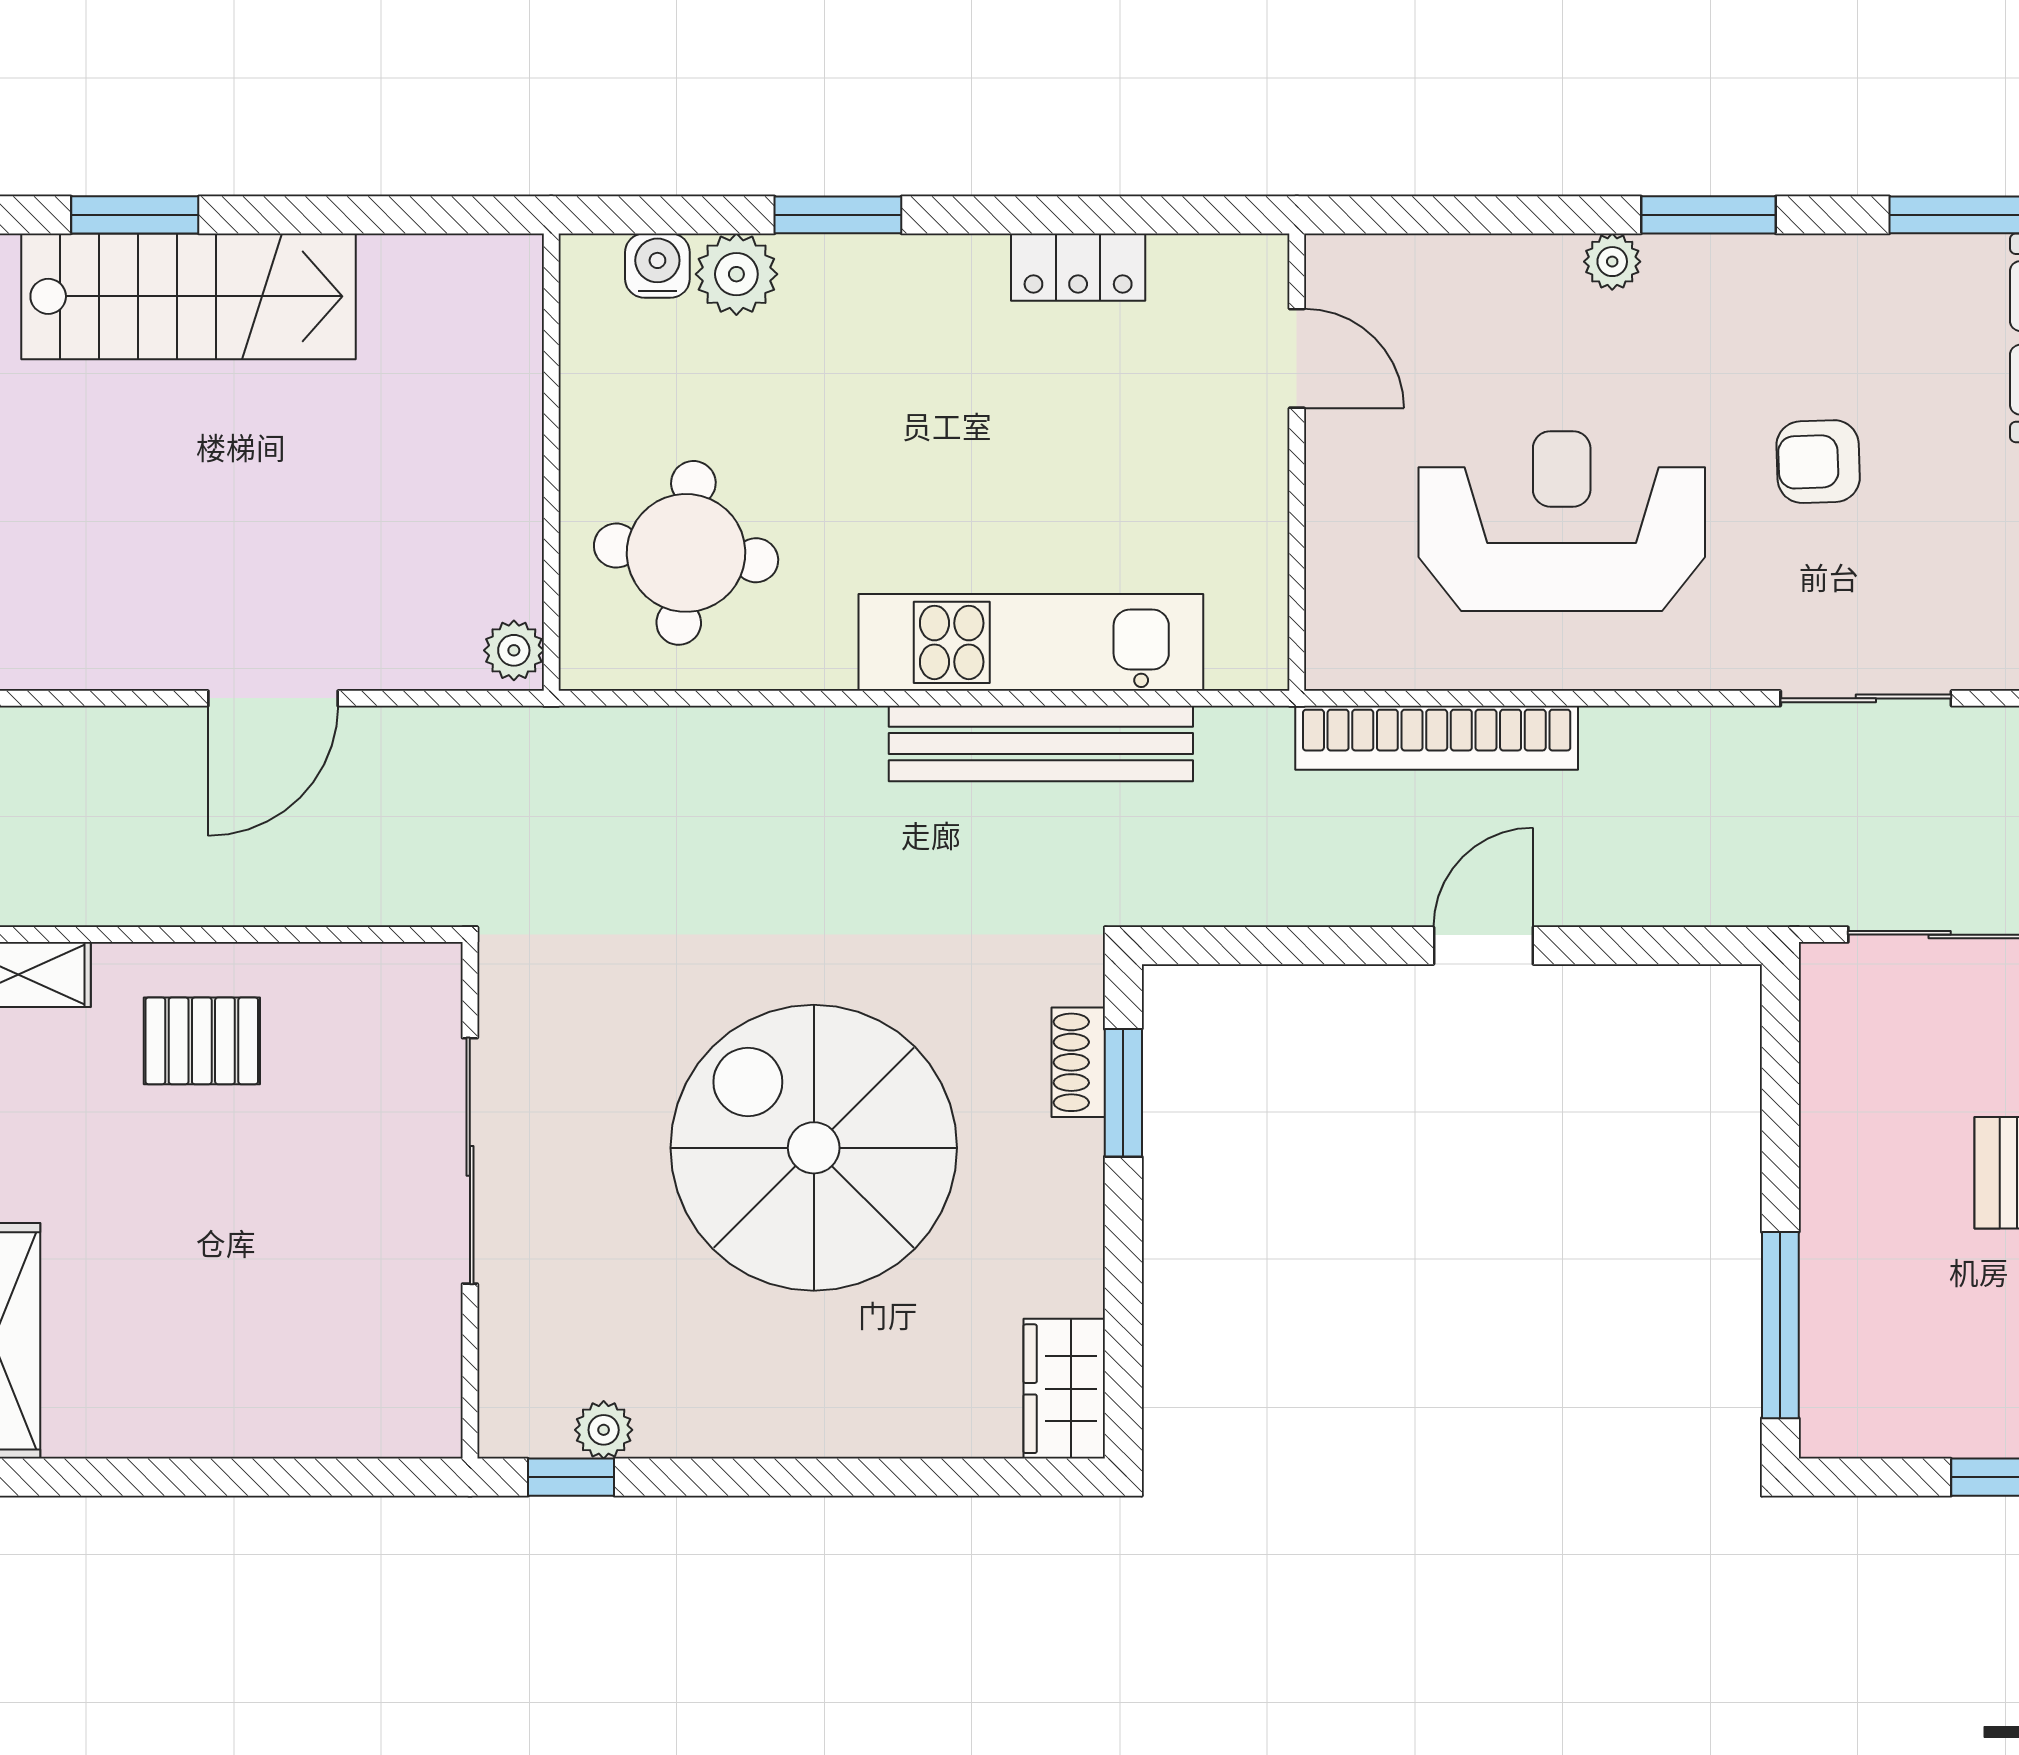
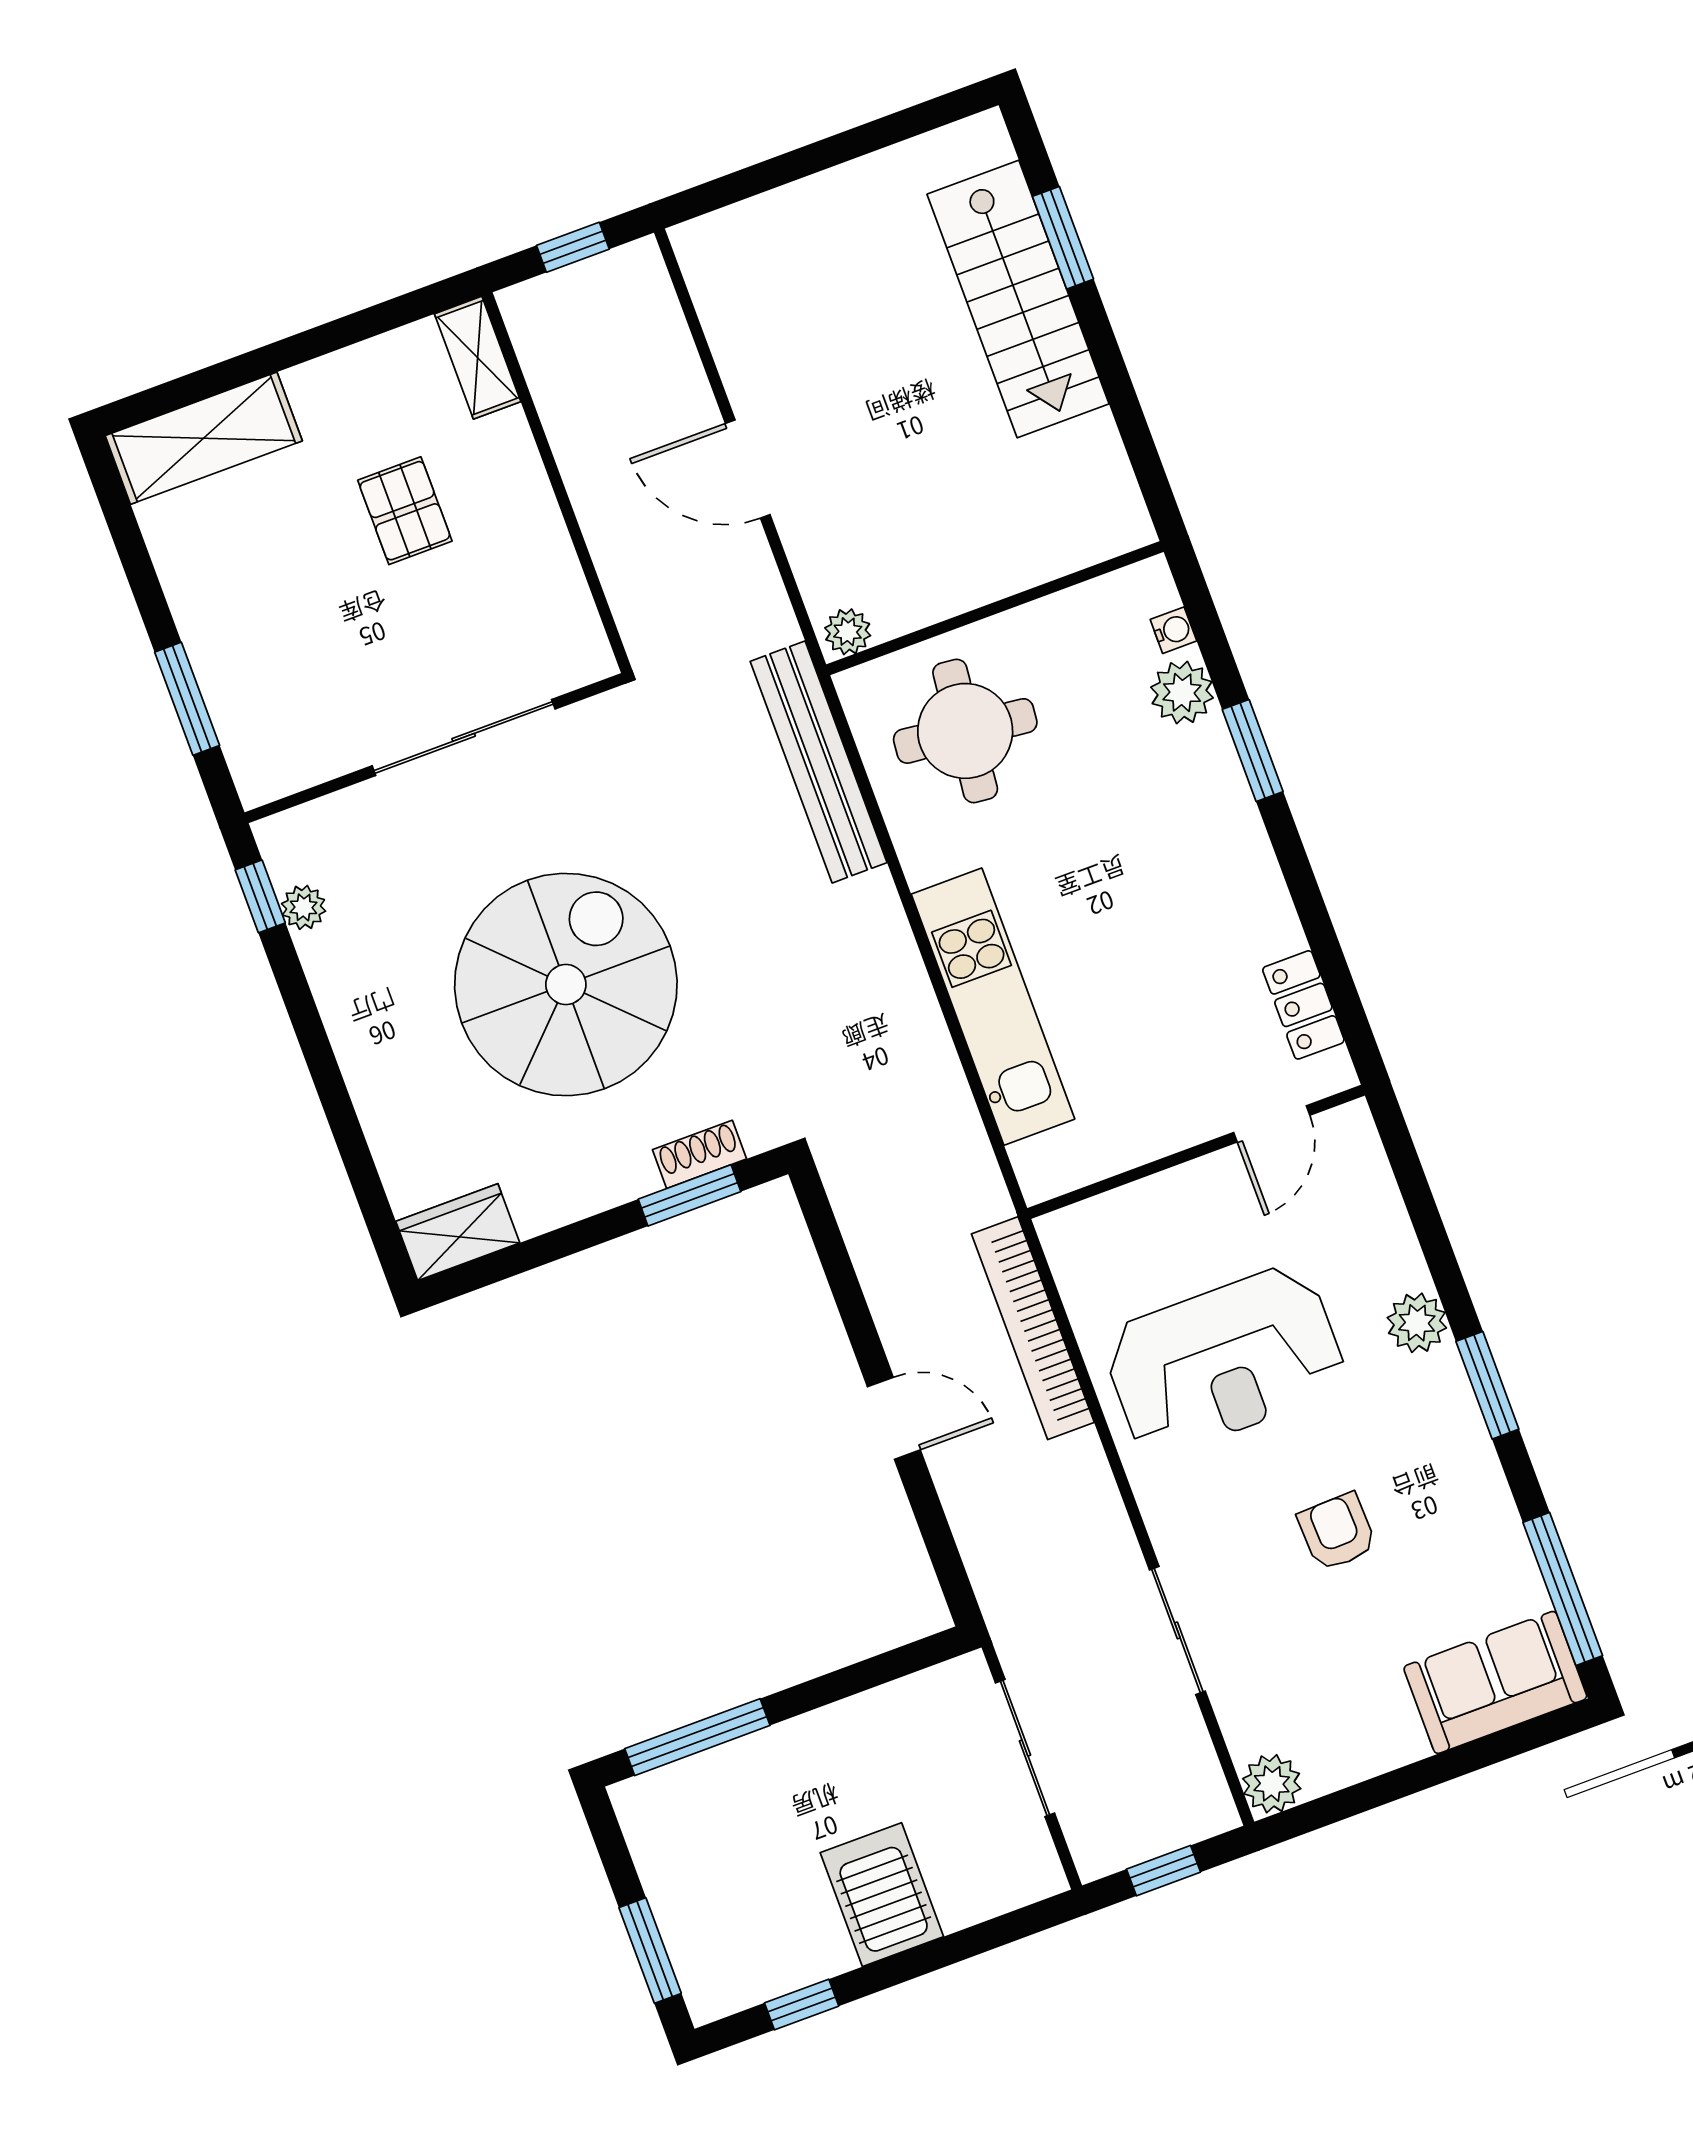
plant: (1612, 262) -> (1417, 1323), width x1.38, depth x1.38
water cooler: (657, 266) -> (1173, 630), width x0.72, depth x0.72
locker: (1078, 267) -> (1303, 1005), moved
reception desk: (1562, 521) -> (1224, 1361), turned 90
bench: (1041, 744) -> (819, 762), moved
pallet: (202, 1041) -> (405, 511), moved
window: (300, 1477) -> (187, 699), added

